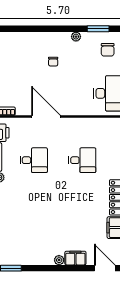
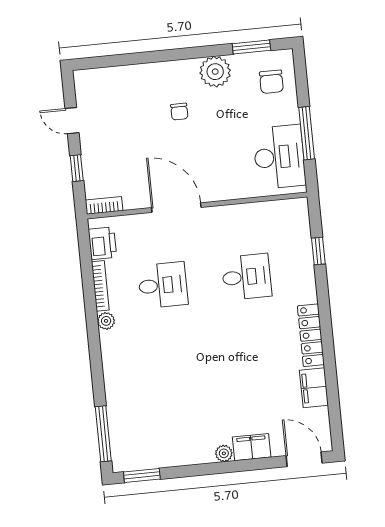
plant: (76, 37) -> (215, 72), width x1.87, depth x1.87

